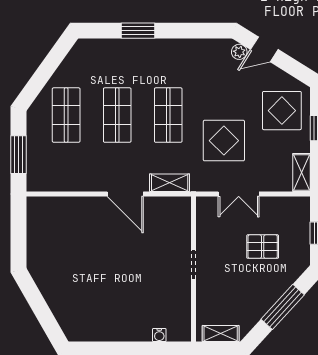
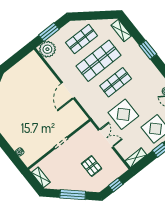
window: (138, 31) -> (148, 50), moved
shop shelf: (117, 115) -> (99, 61), width x1.43, depth x1.36
plant: (42, 176) -> (47, 49), added
shelving: (170, 183) -> (121, 30), moved
double door: (239, 194) -> (106, 138), swing flipped

